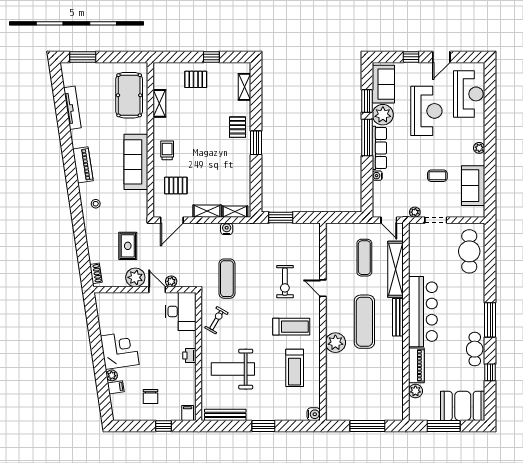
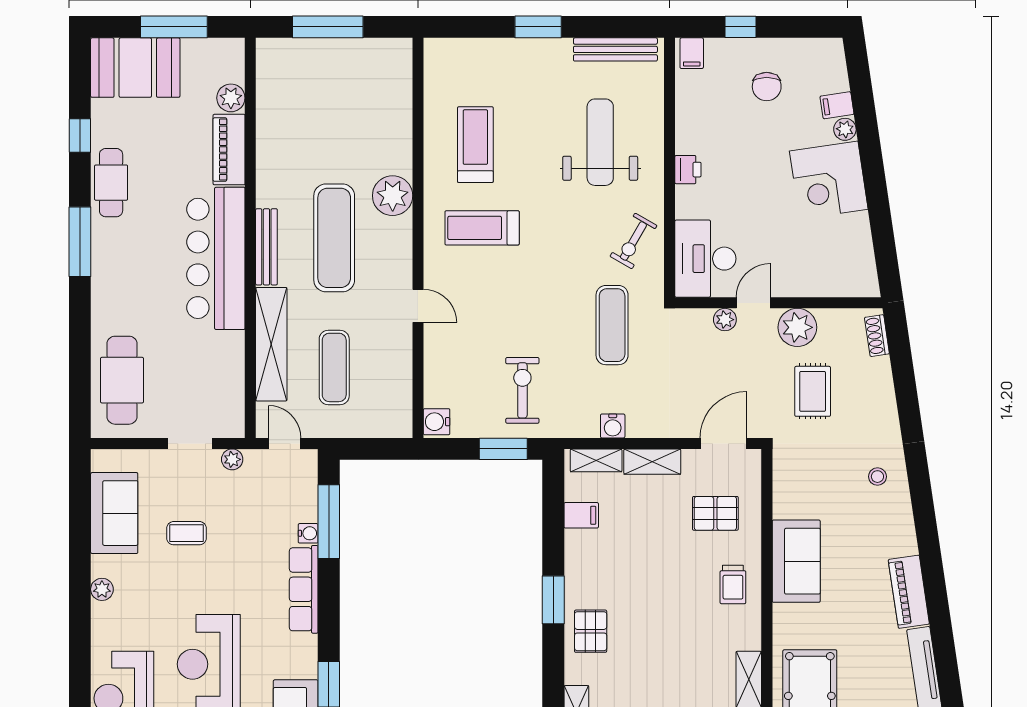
plant: (383, 115) -> (297, 657), removed
window: (367, 138) -> (329, 522), moved
sofa: (136, 162) -> (796, 561), width x0.73
piano: (83, 165) -> (909, 592), moved
filing cabinet: (242, 185) -> (581, 515), added
exercise bike: (285, 282) -> (522, 390), moved
door: (157, 290) -> (753, 303), swing flipped
weight bench: (233, 369) -> (600, 142), turned -90
chair: (150, 397) -> (767, 87), turned 180
water cooler: (314, 414) -> (437, 422), moved

